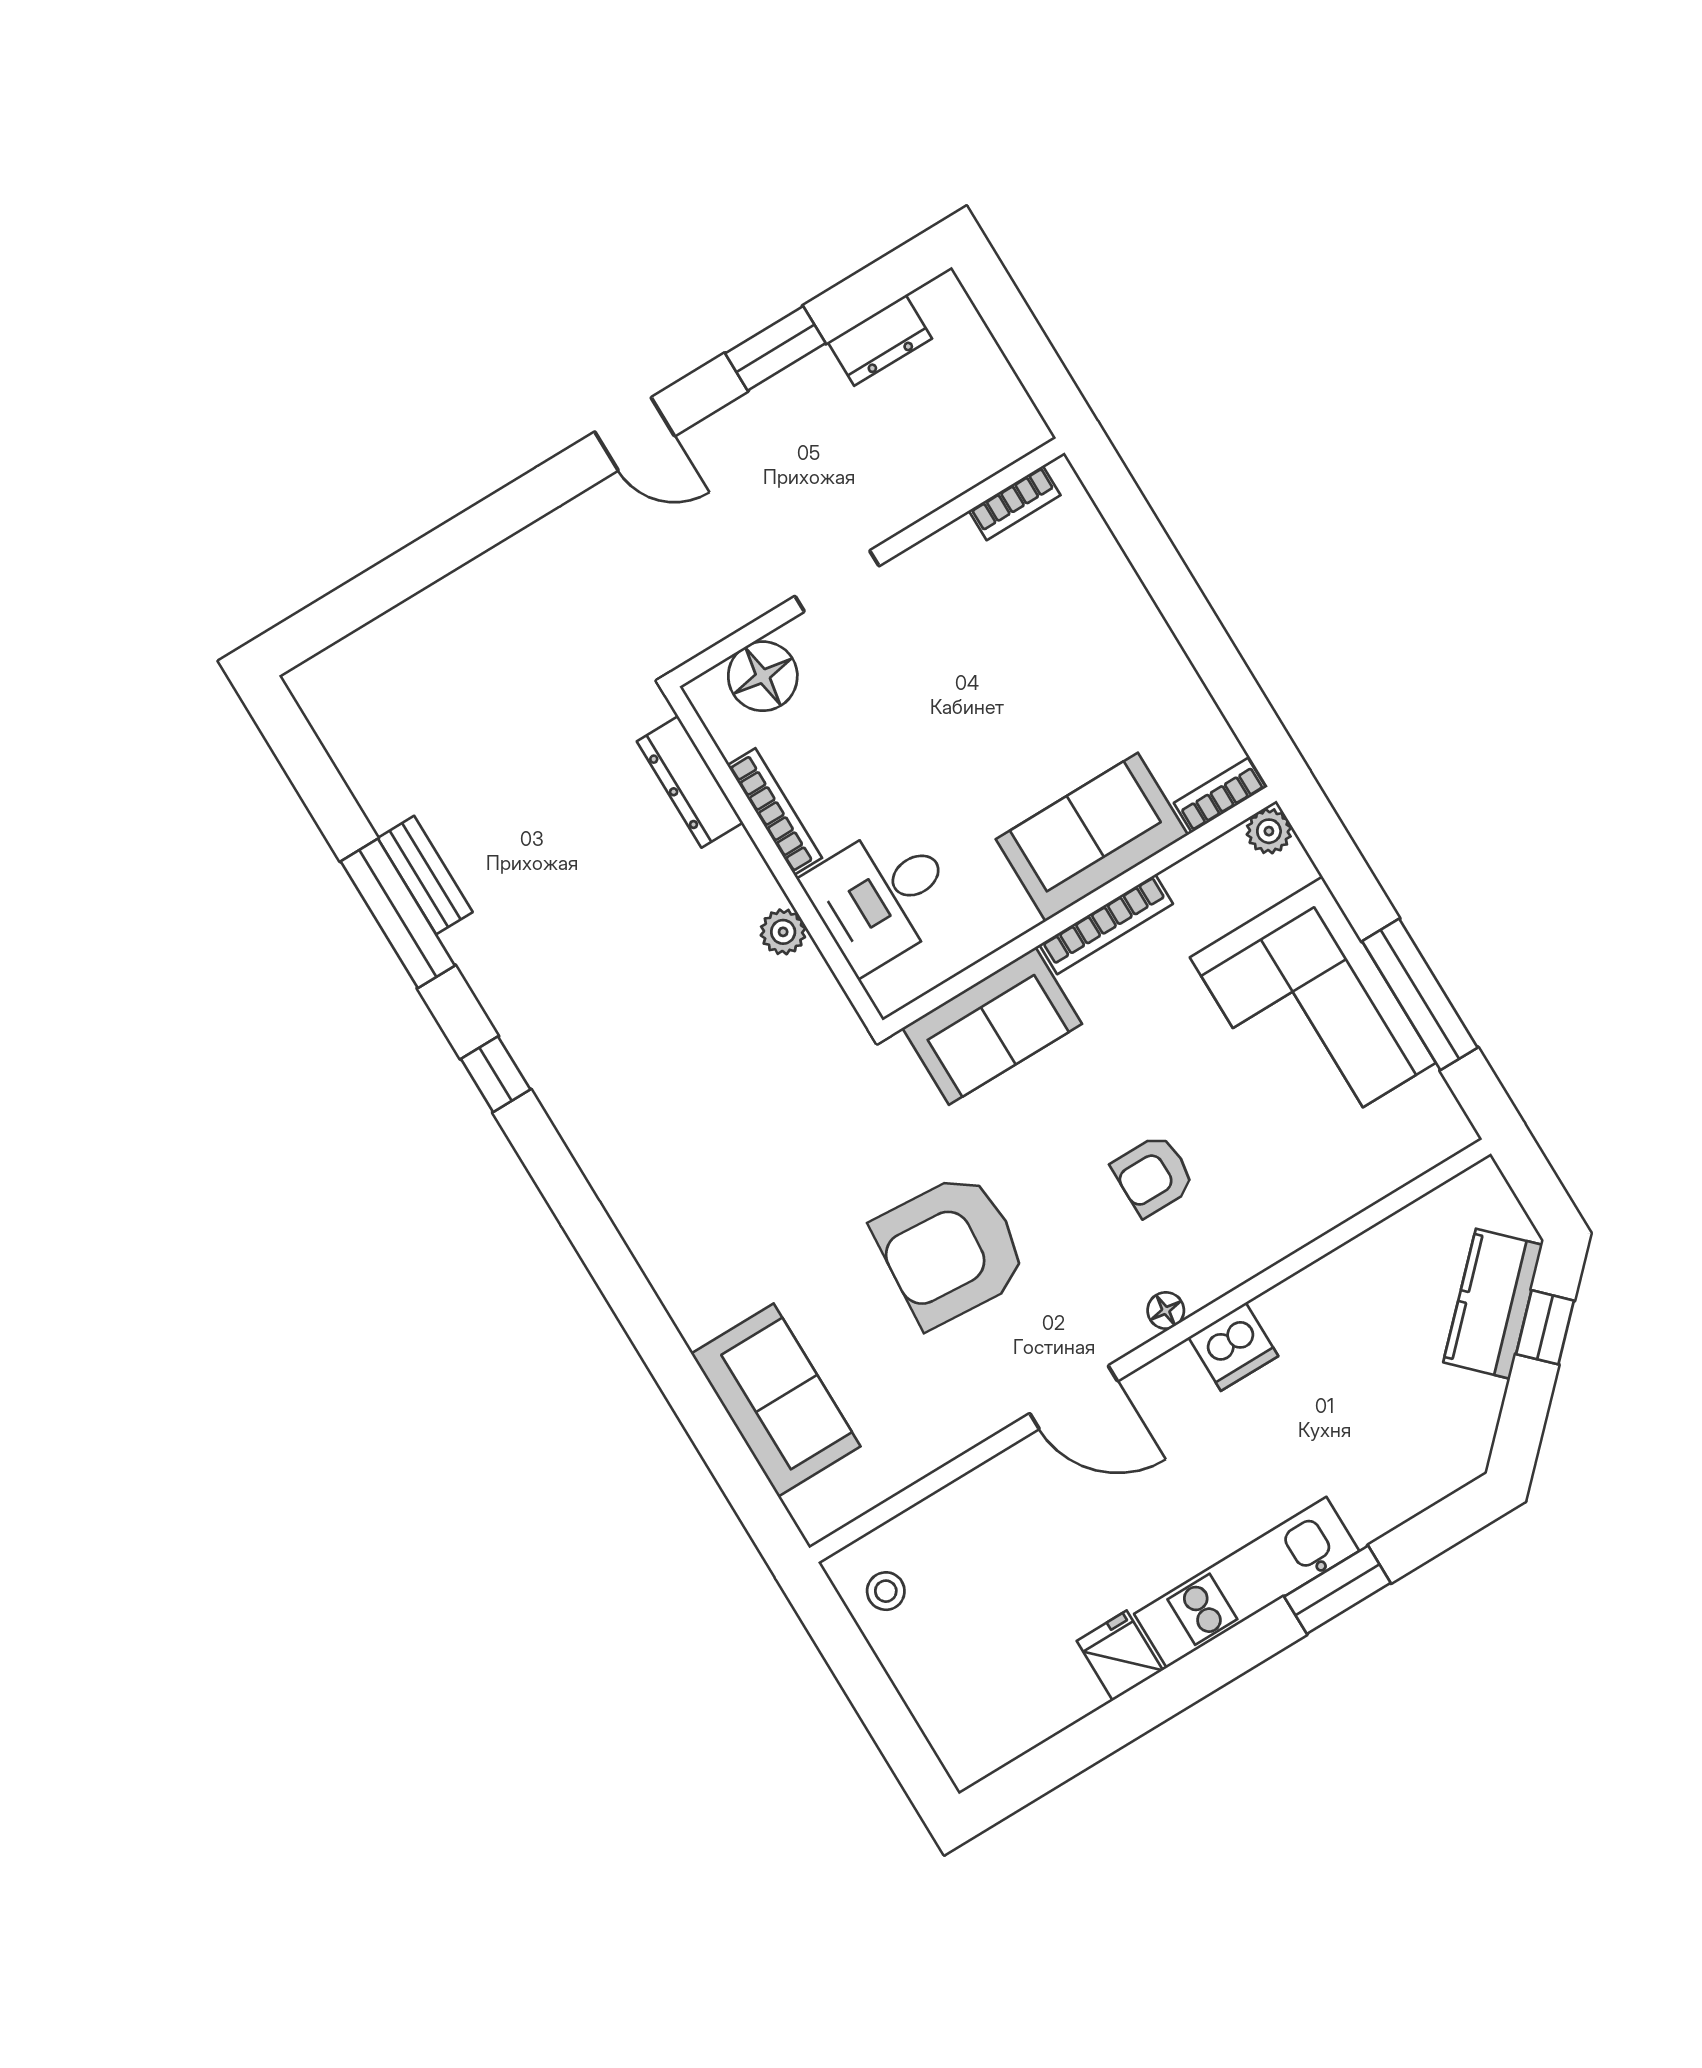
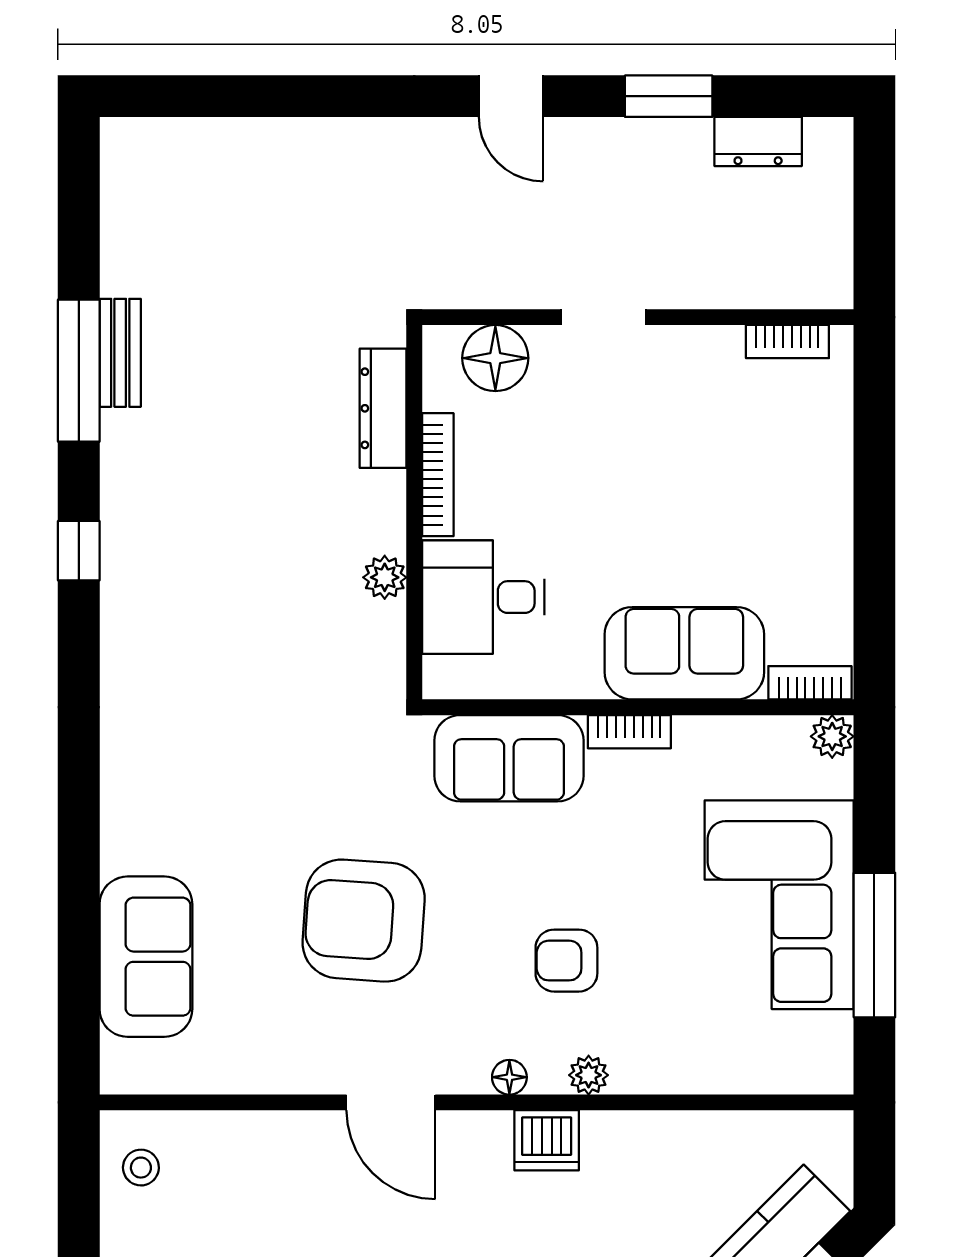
bookcase: (1106, 924) -> (629, 732), width x0.64
plant: (1235, 1266) -> (589, 1075), added

